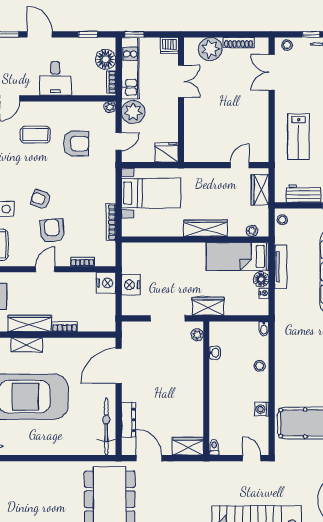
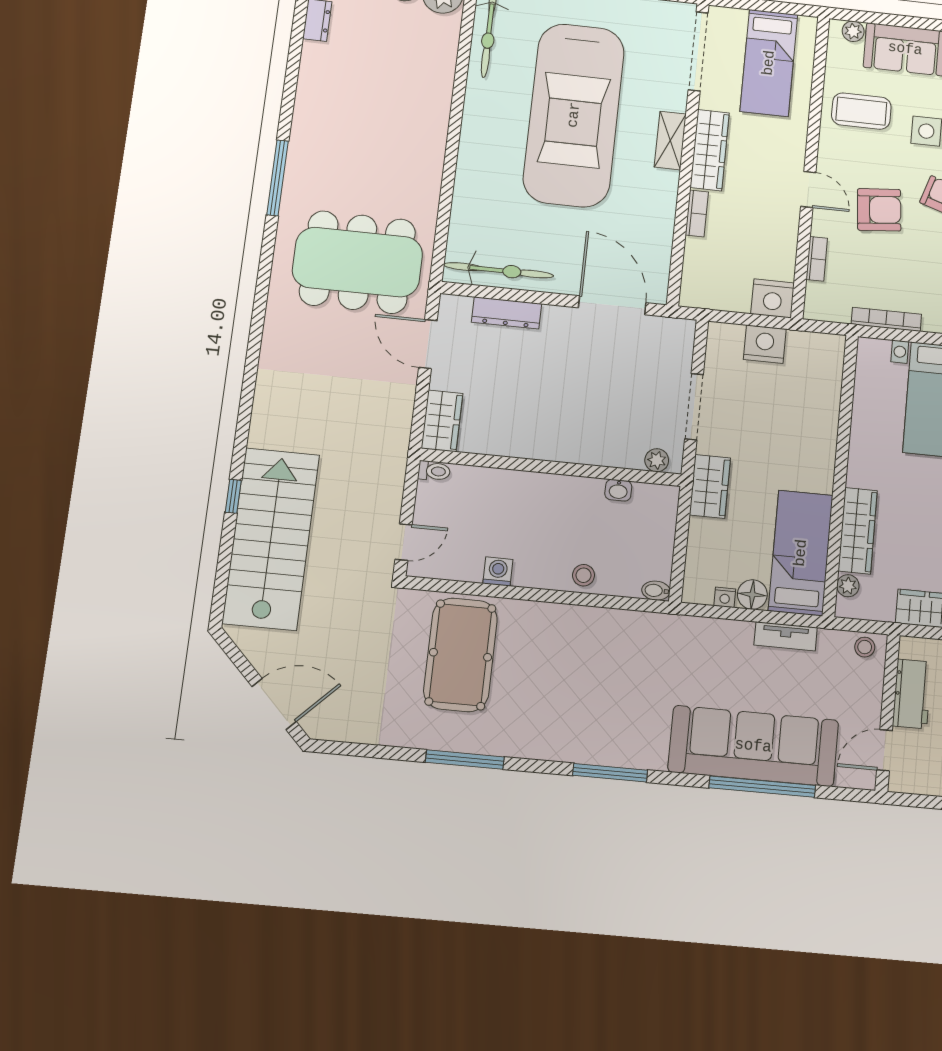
wardrobe: (205, 228) -> (858, 531), moved
tv unit: (281, 267) -> (786, 636), width x0.71
door: (149, 458) -> (428, 344), swing flipped

